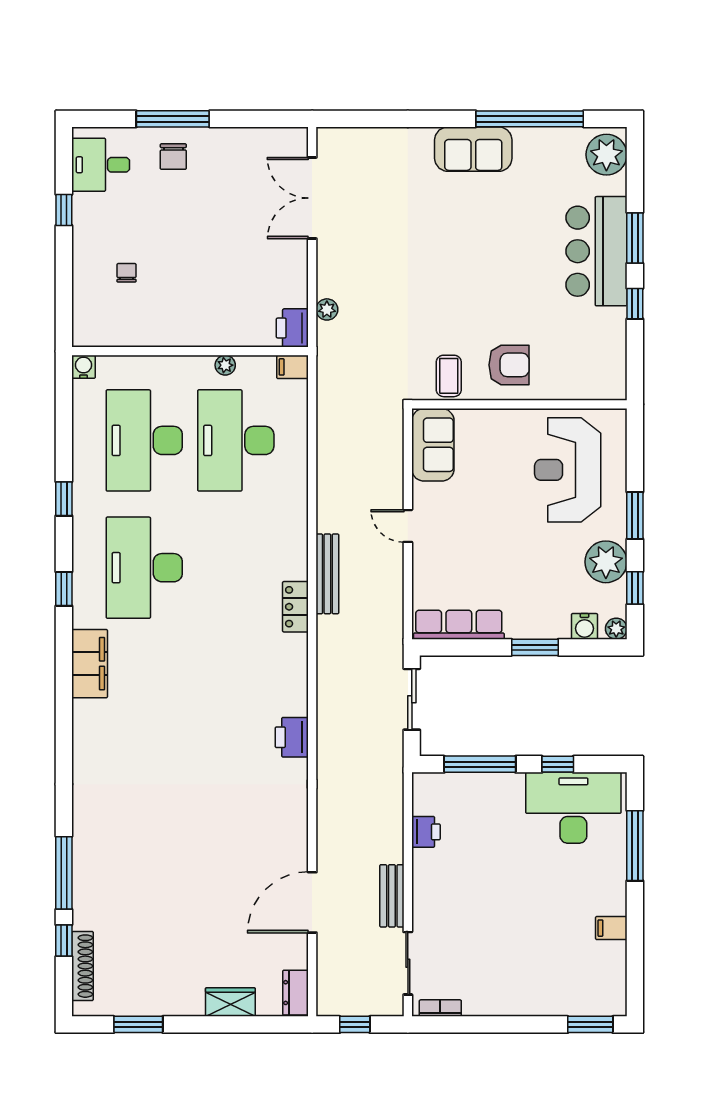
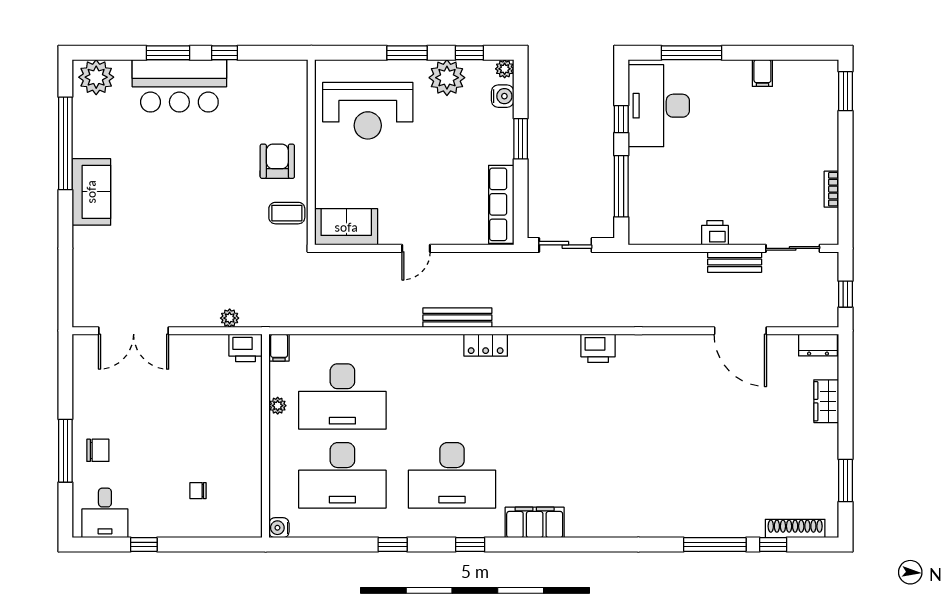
printer: (426, 832) -> (715, 233), moved
bookcase: (440, 1008) -> (831, 189), moved

